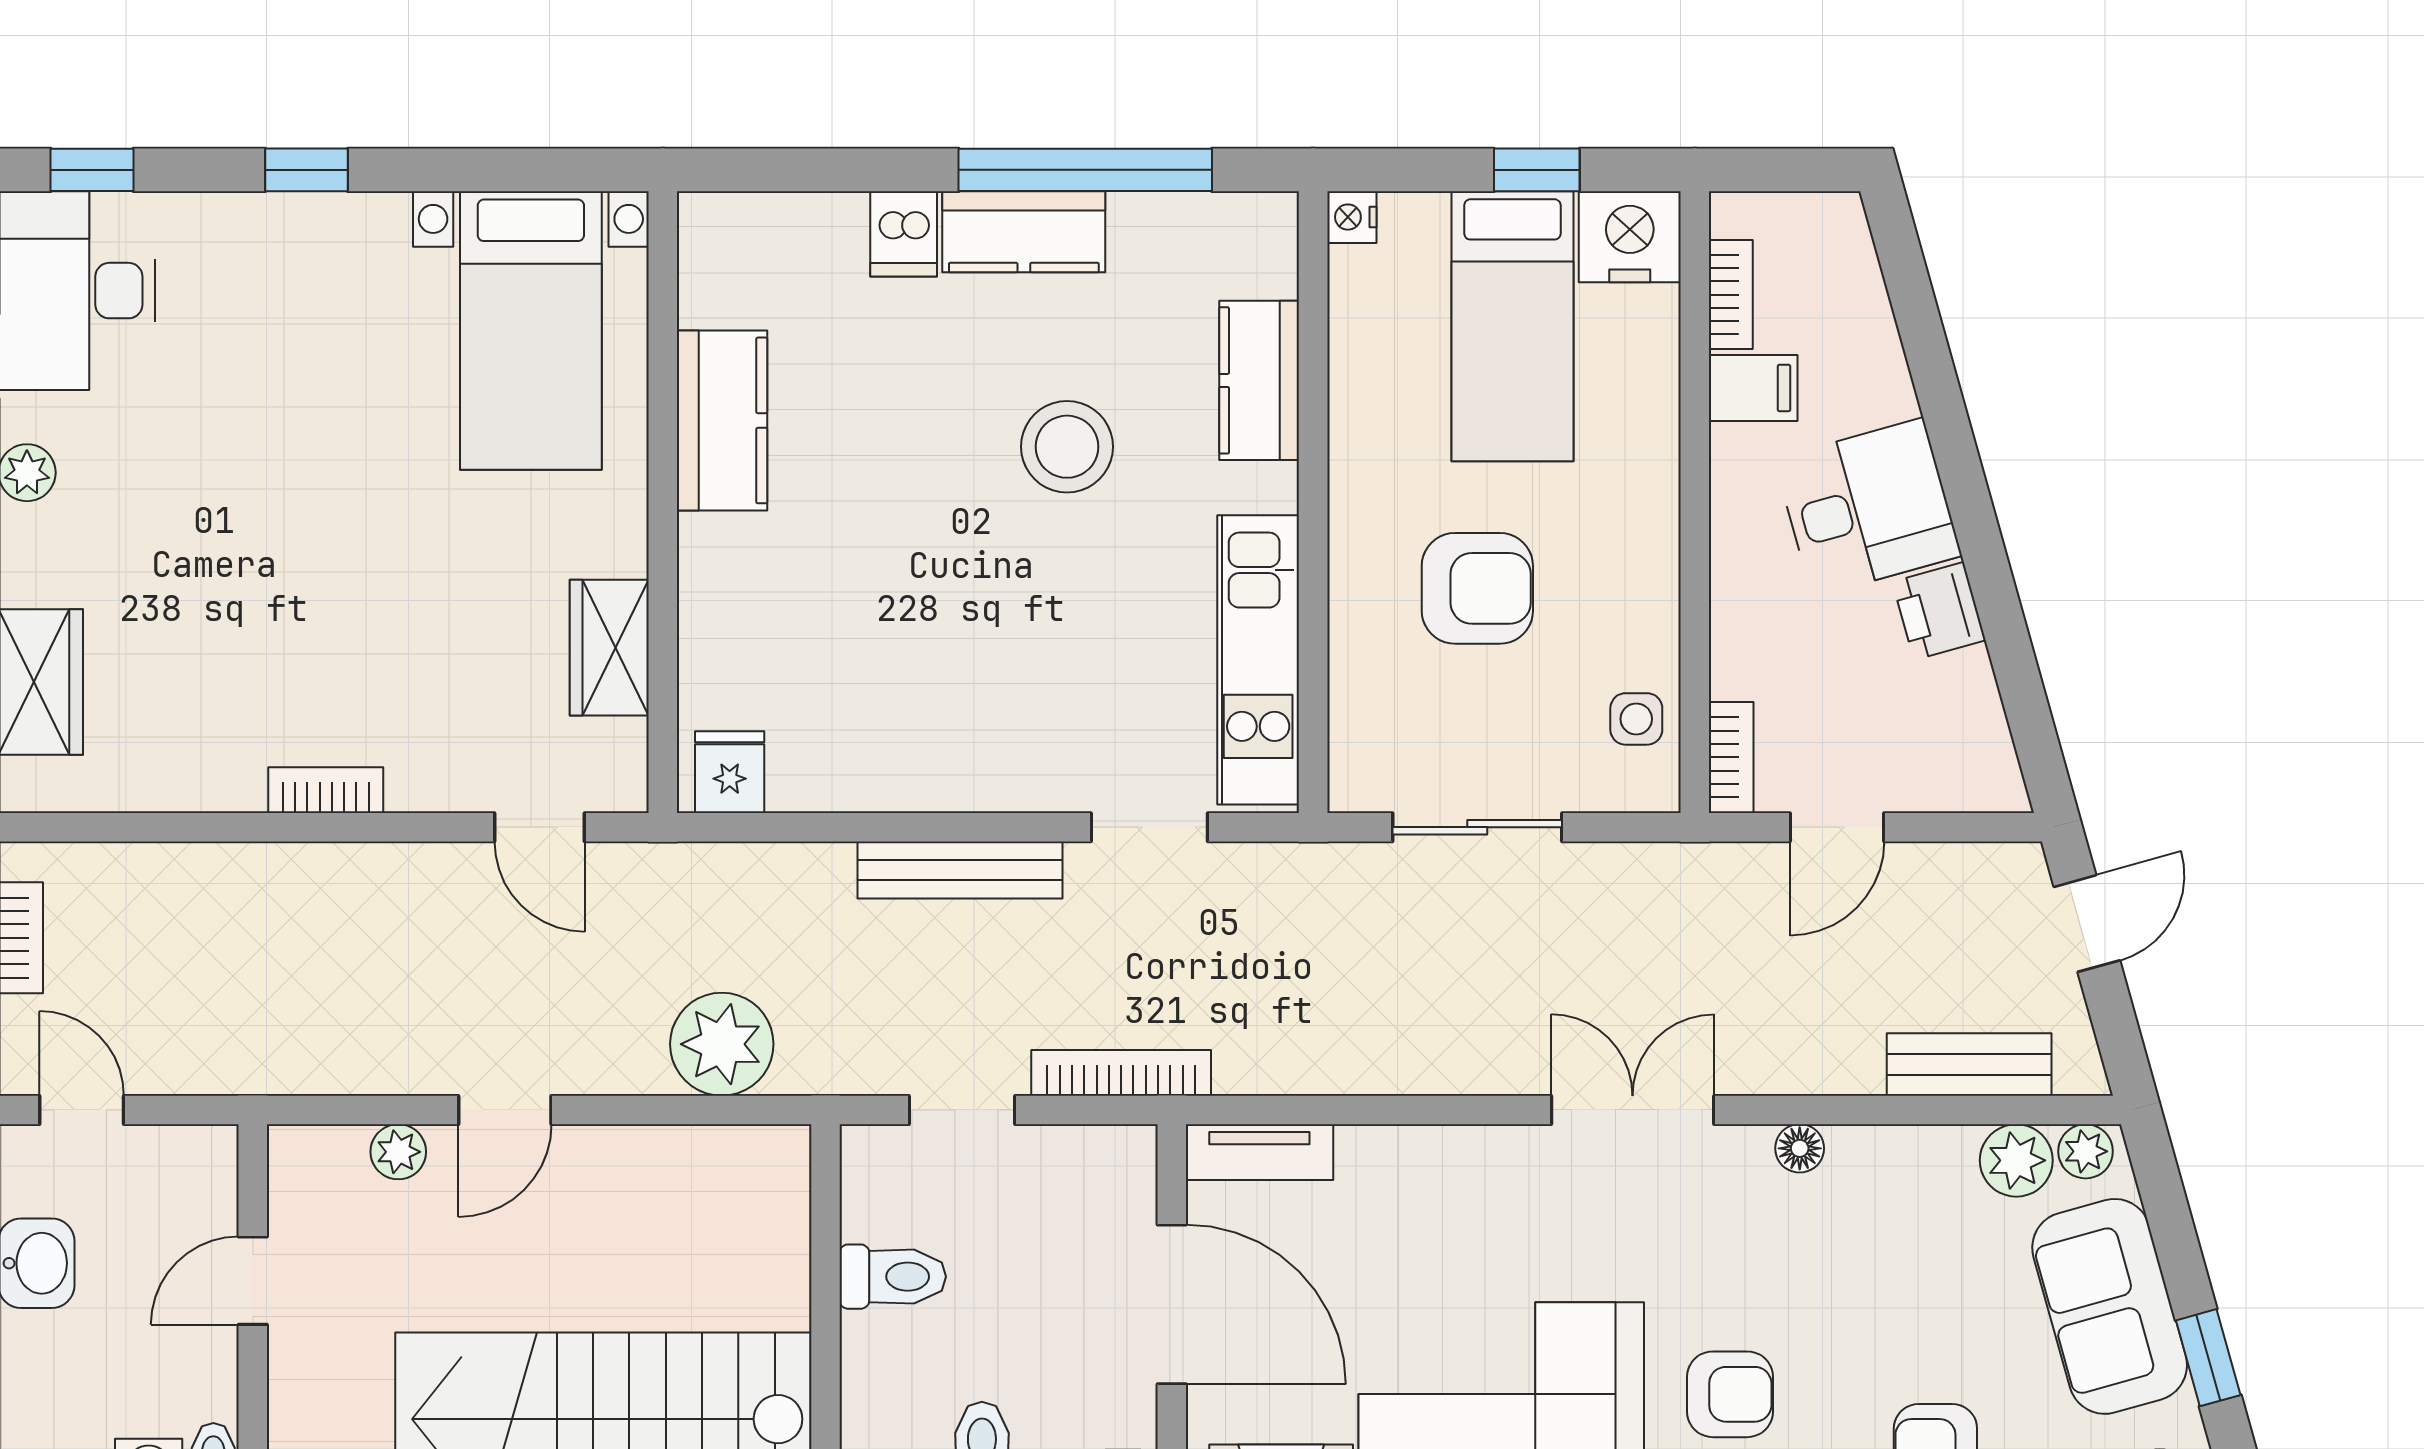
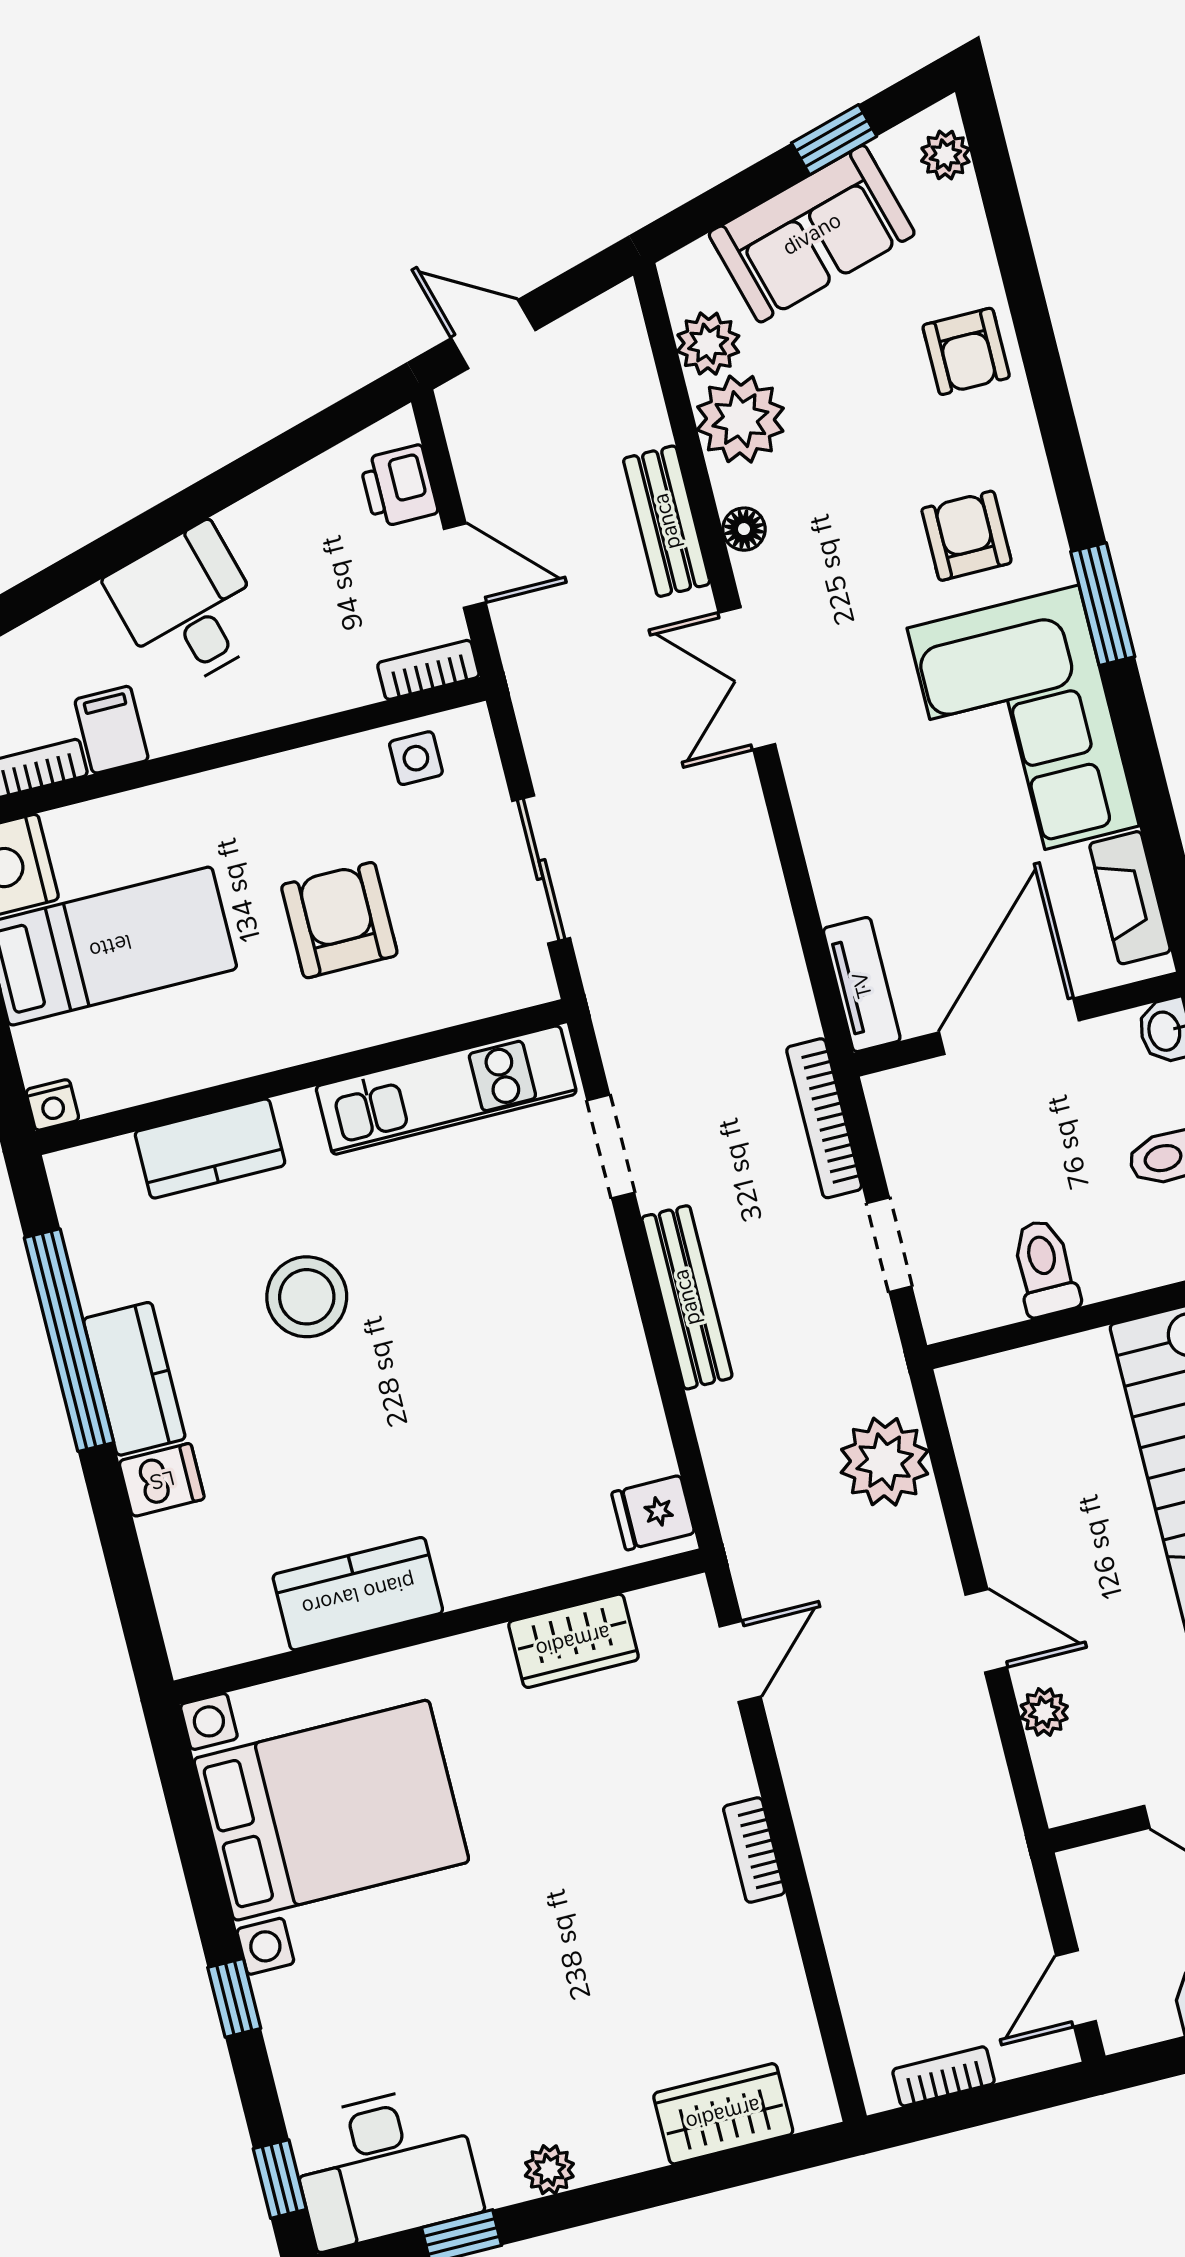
bed with nightstands: (531, 330) -> (331, 1810), width x1.36
printer: (1939, 611) -> (399, 486), moved, turned 106
bench: (1969, 1064) -> (667, 521), moved
plant: (2086, 1151) -> (740, 419), moved, width x1.88, depth x1.88

